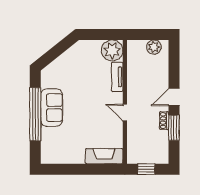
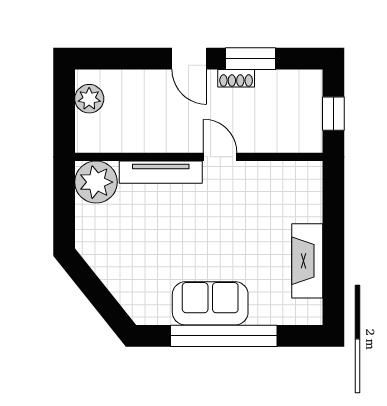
tv unit: (117, 77) -> (161, 172), width x1.41
door: (125, 113) -> (220, 157), swing flipped
fireplace: (104, 156) -> (307, 261), moved

